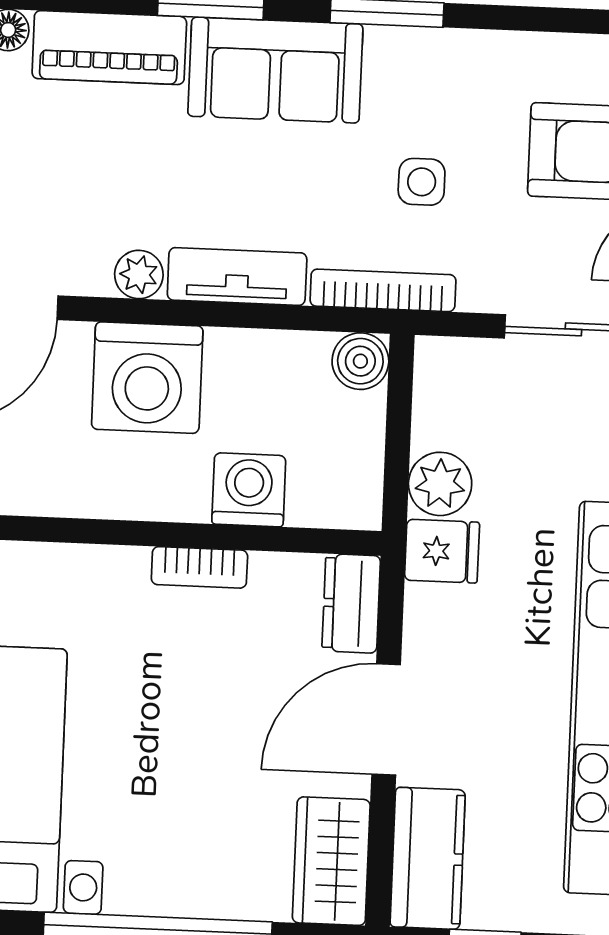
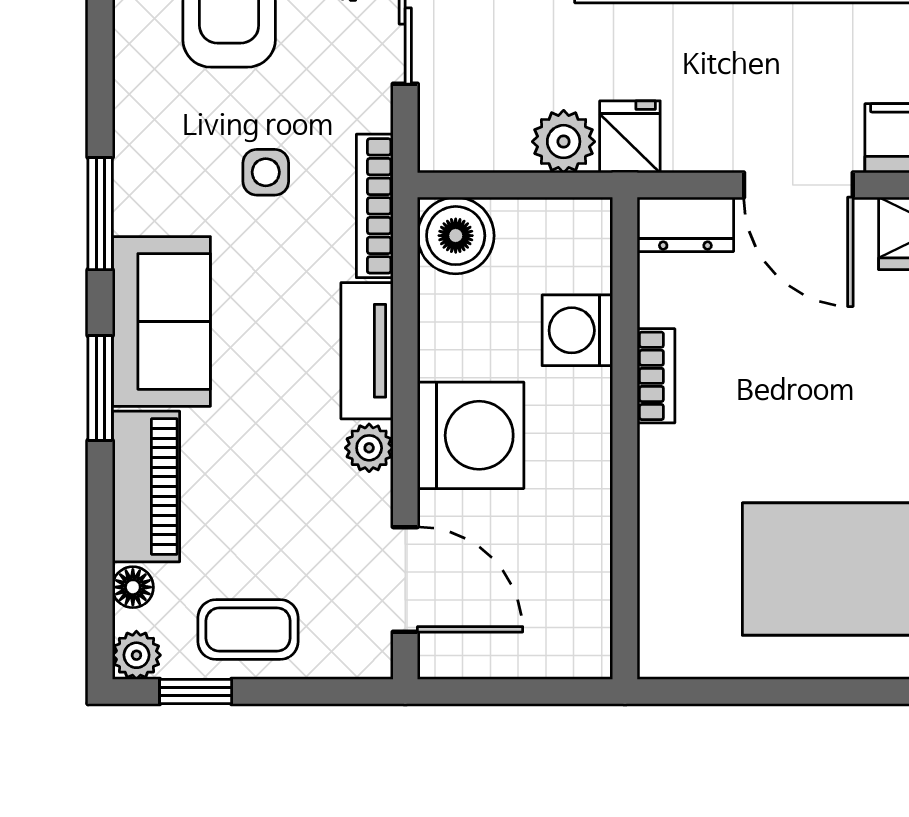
boiler: (360, 361) -> (456, 236), width x1.36, depth x1.36

